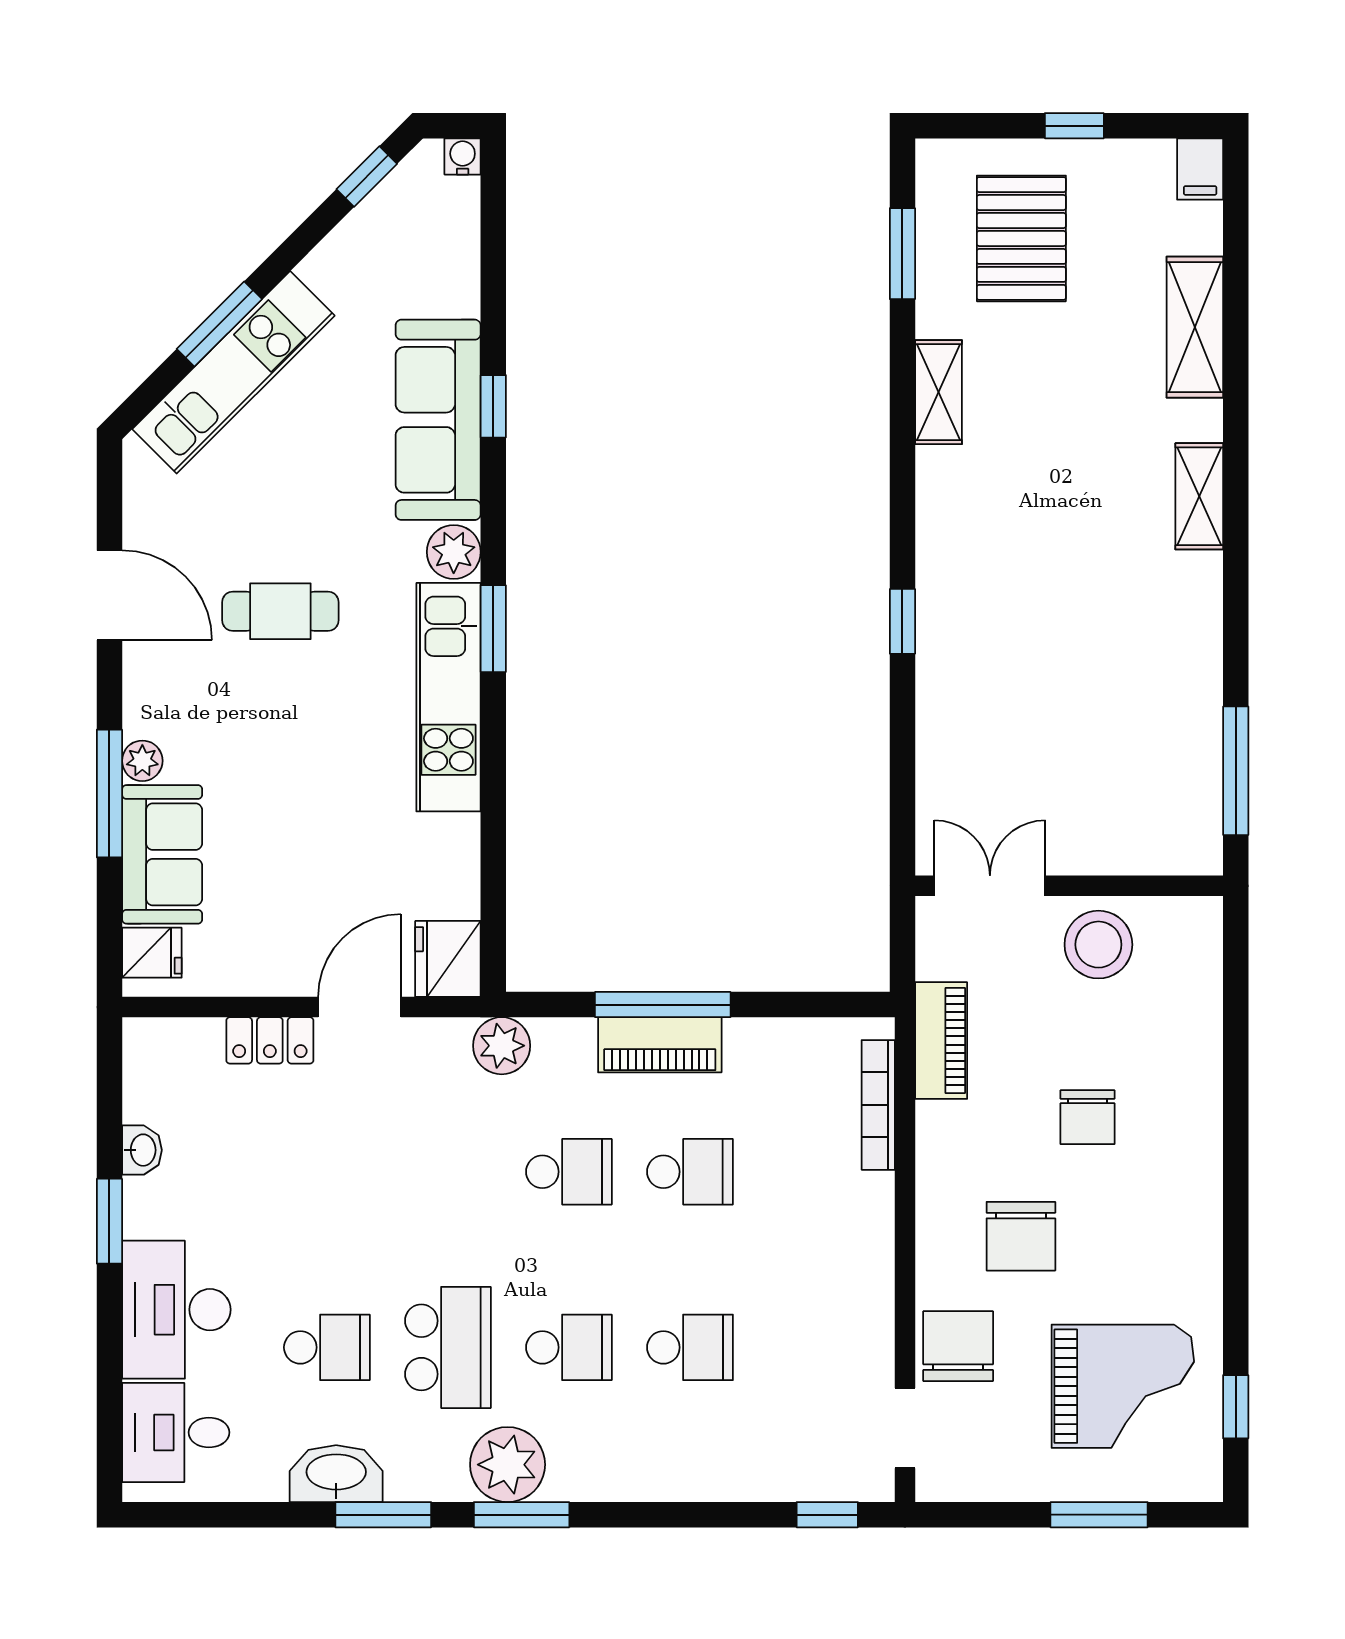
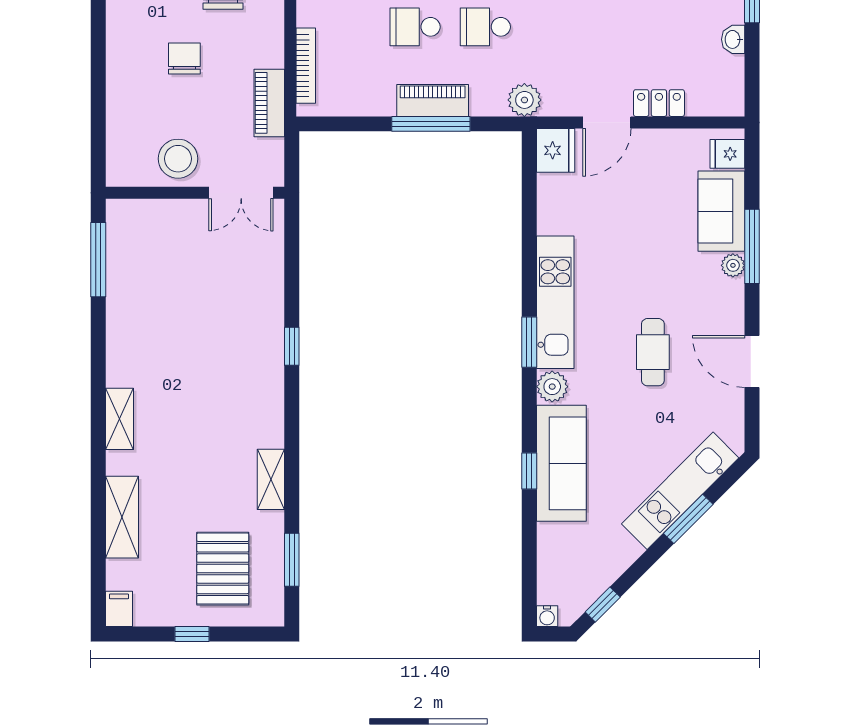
cafe table: (280, 611) -> (653, 352), turned 90

